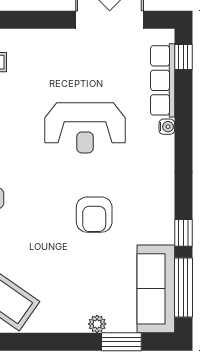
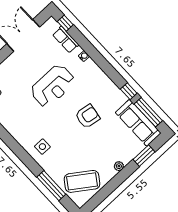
row of seats: (163, 80) -> (66, 40), width x0.68
armchair: (94, 215) -> (88, 116), turned -81
plant: (97, 324) -> (119, 166), moved

